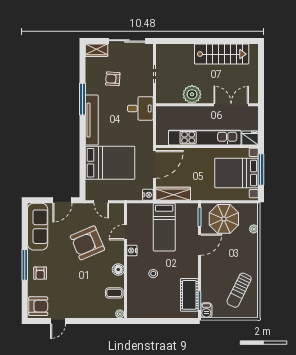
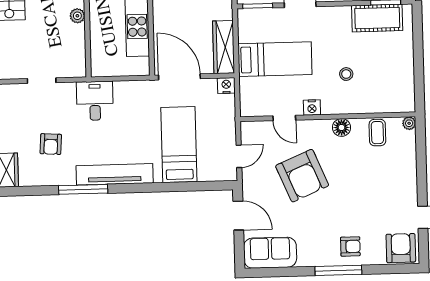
plant: (192, 94) -> (77, 16), width x0.53, depth x0.53
bed: (110, 163) -> (179, 145), width x0.67
sofa: (38, 227) -> (270, 253), width x0.73

